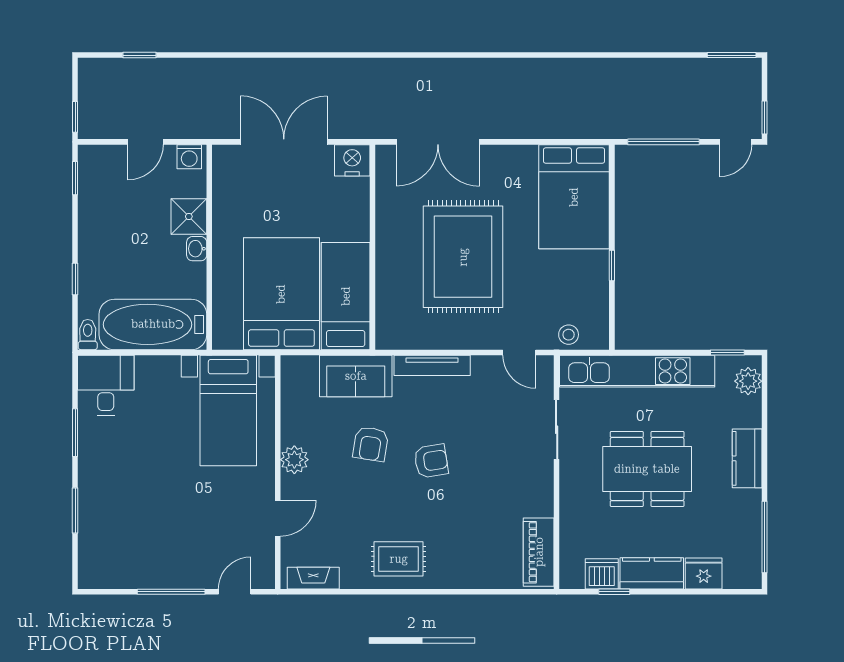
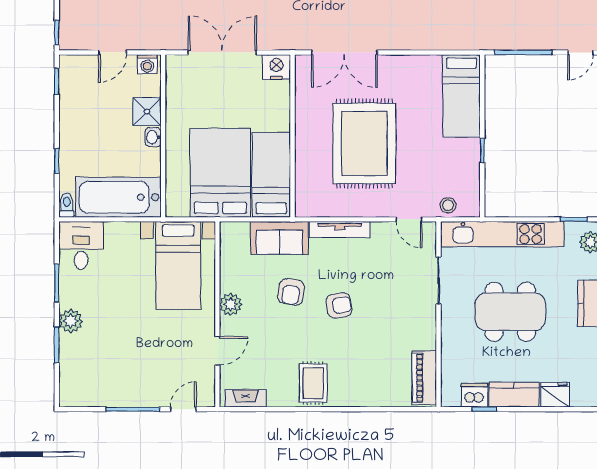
bed: (574, 197) -> (462, 96), width x0.67
plant: (93, 481) -> (71, 321), added
rug: (399, 559) -> (313, 383), turned 90

